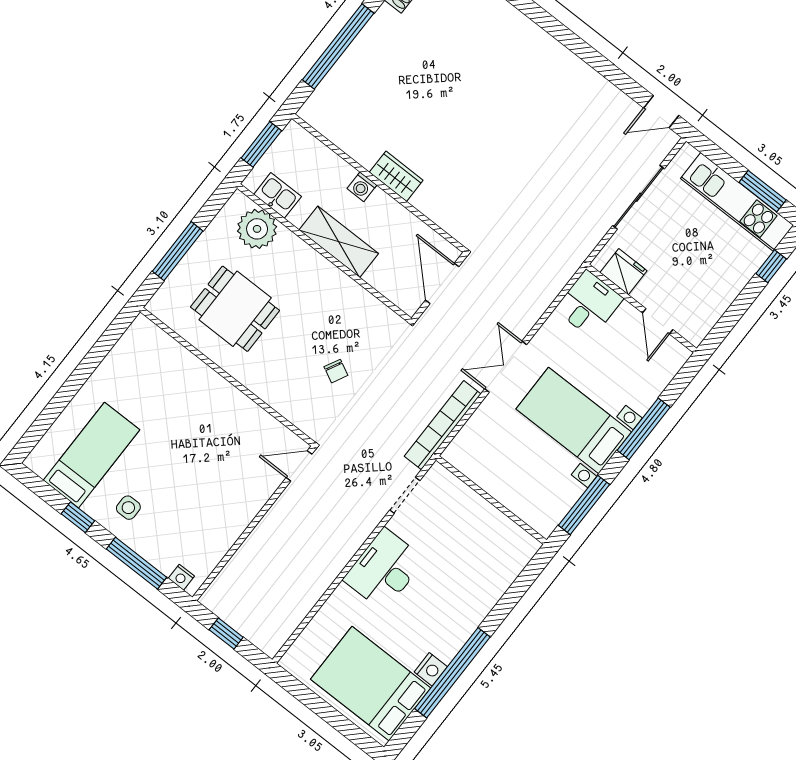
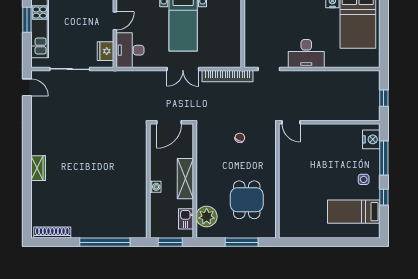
wardrobe: (396, 176) -> (38, 168), moved, turned 180
desk: (589, 304) -> (130, 50), width x1.37
nightstand: (181, 577) -> (371, 139), width x1.89, depth x1.79

